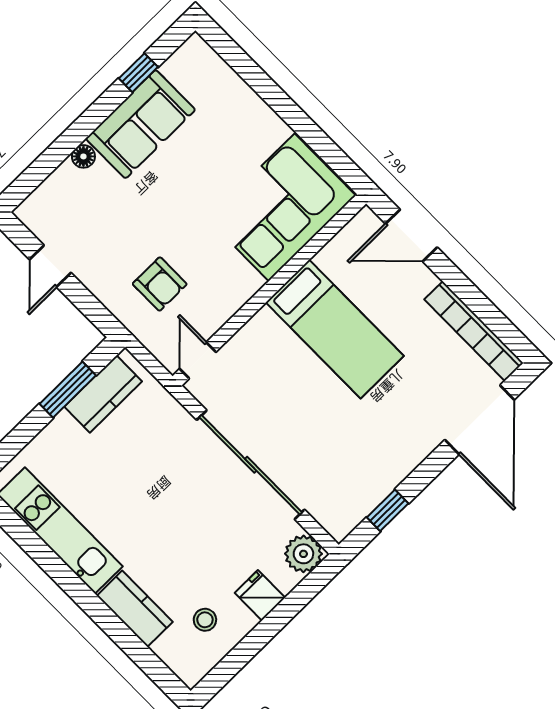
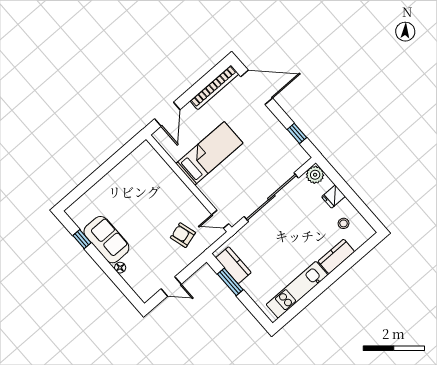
corner sofa: (282, 207) -> (150, 175), removed
armchair: (160, 284) -> (183, 235), turned -106

